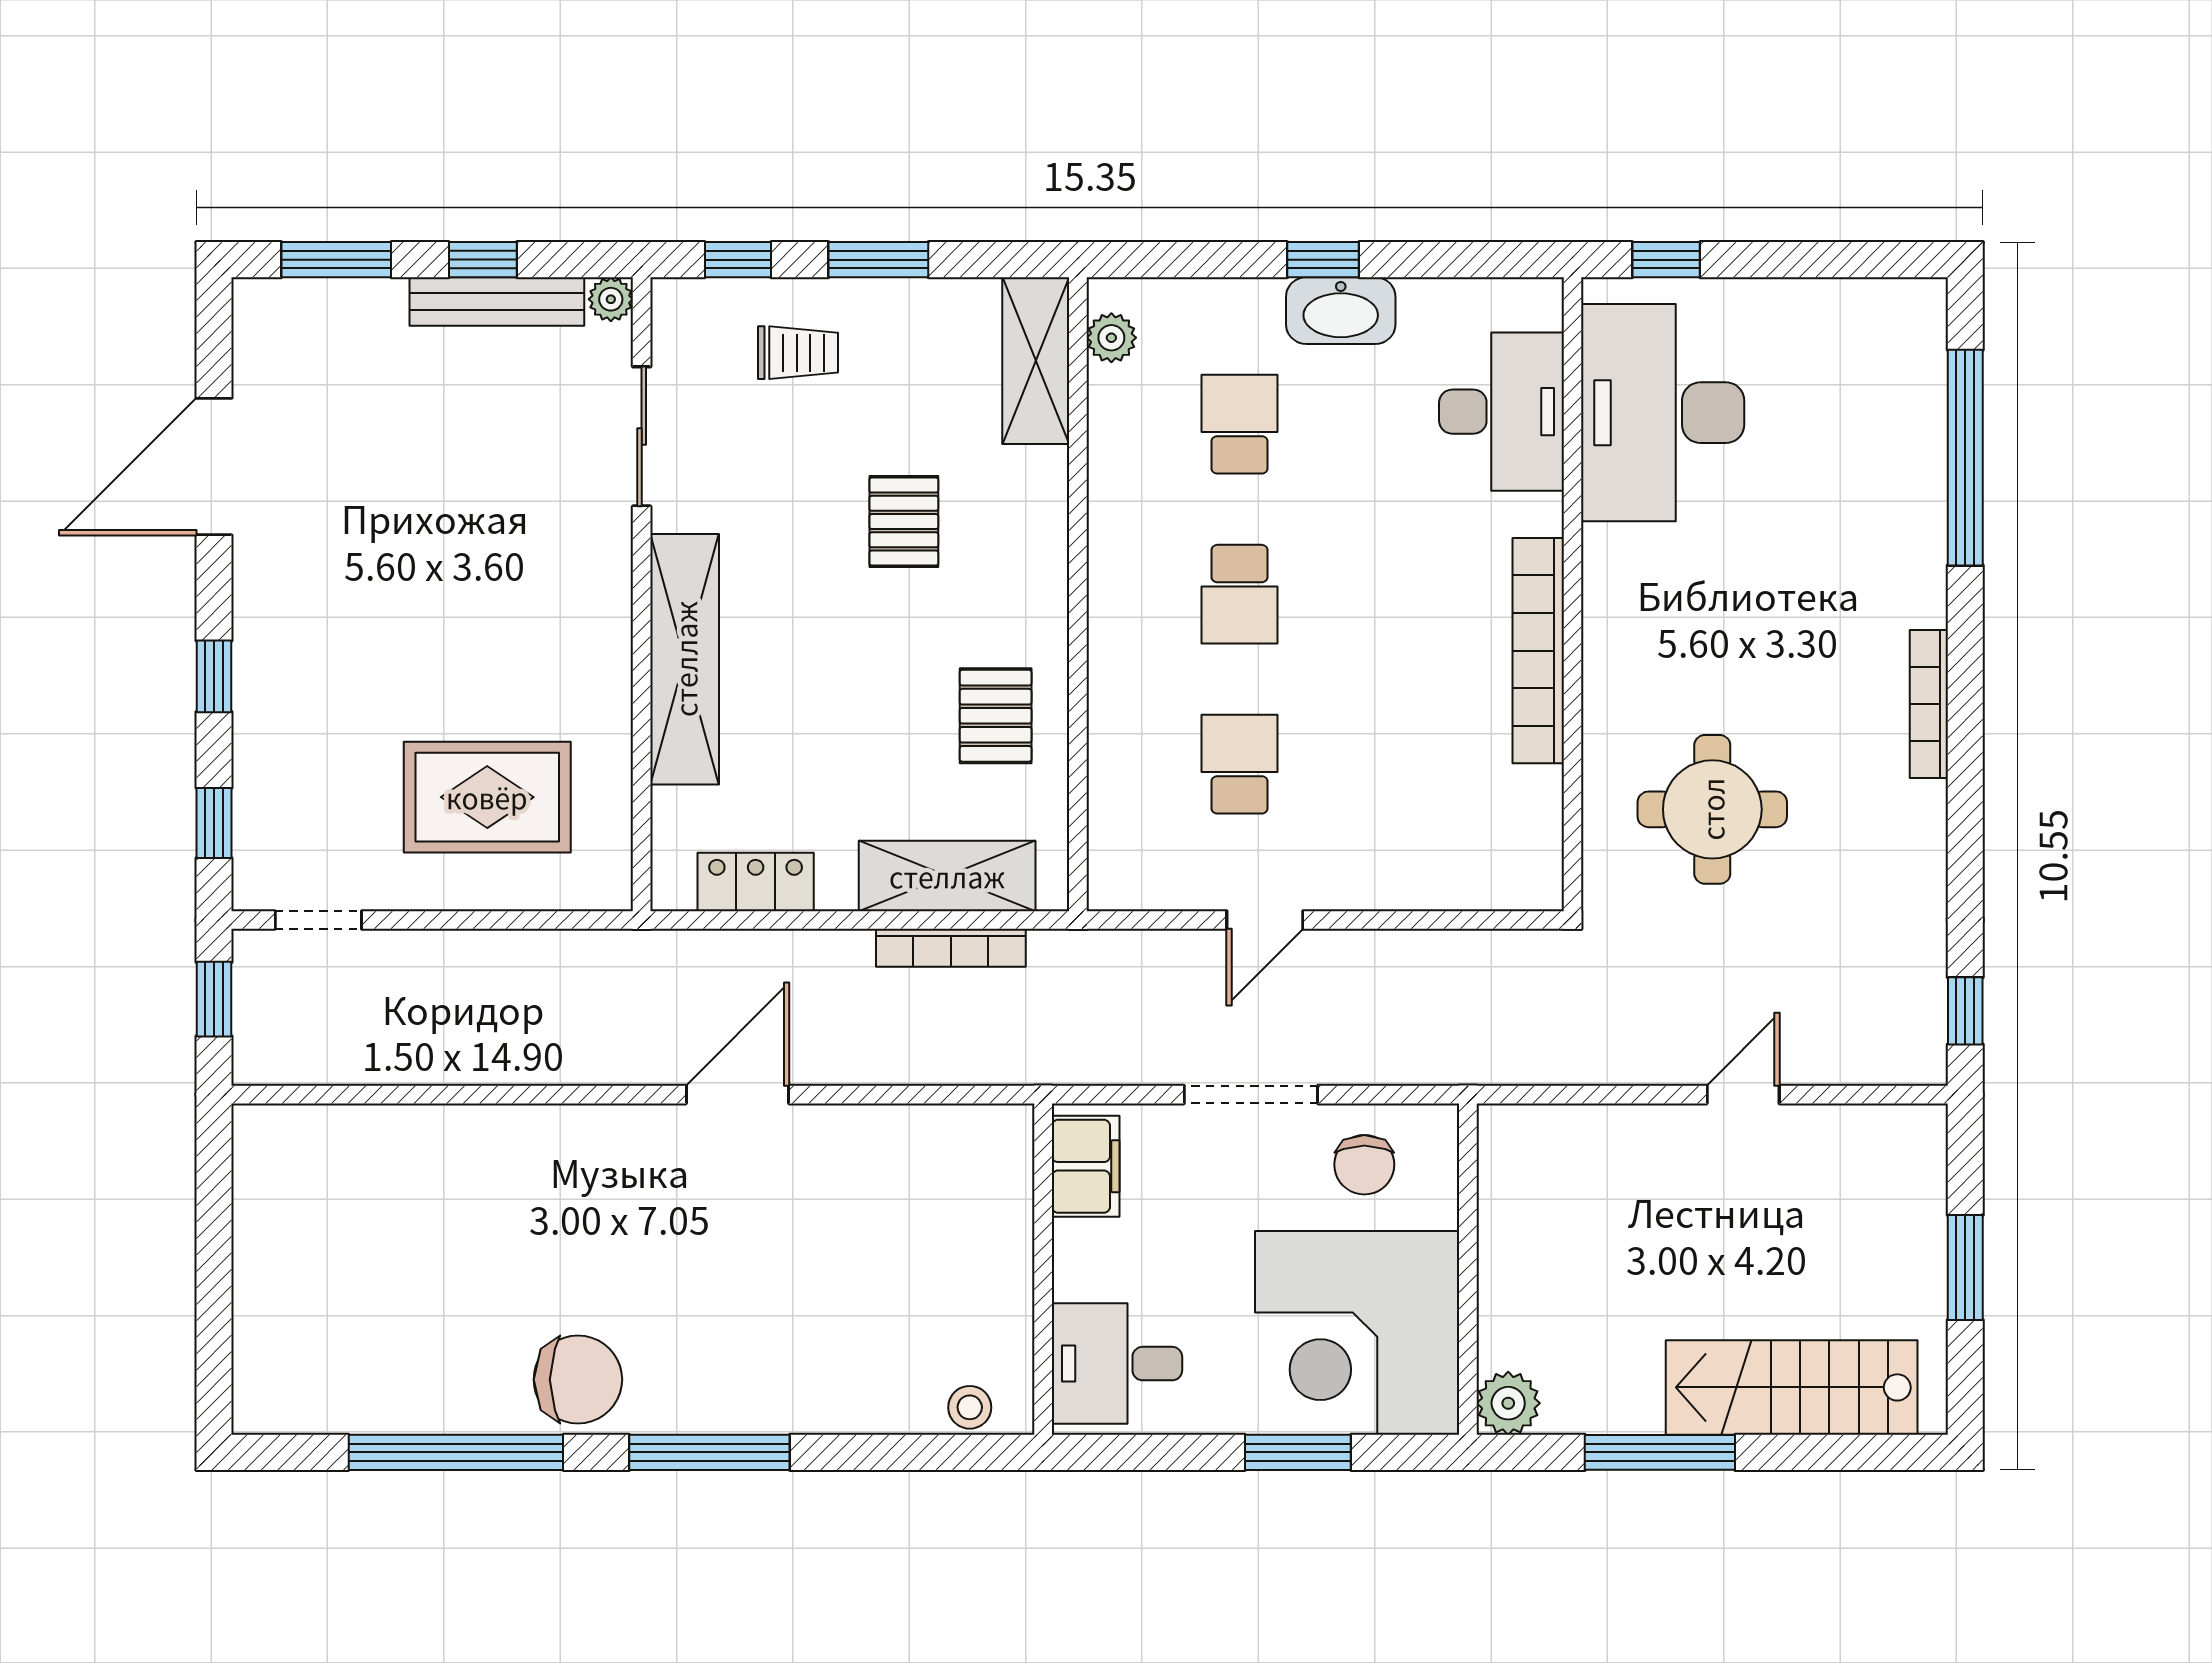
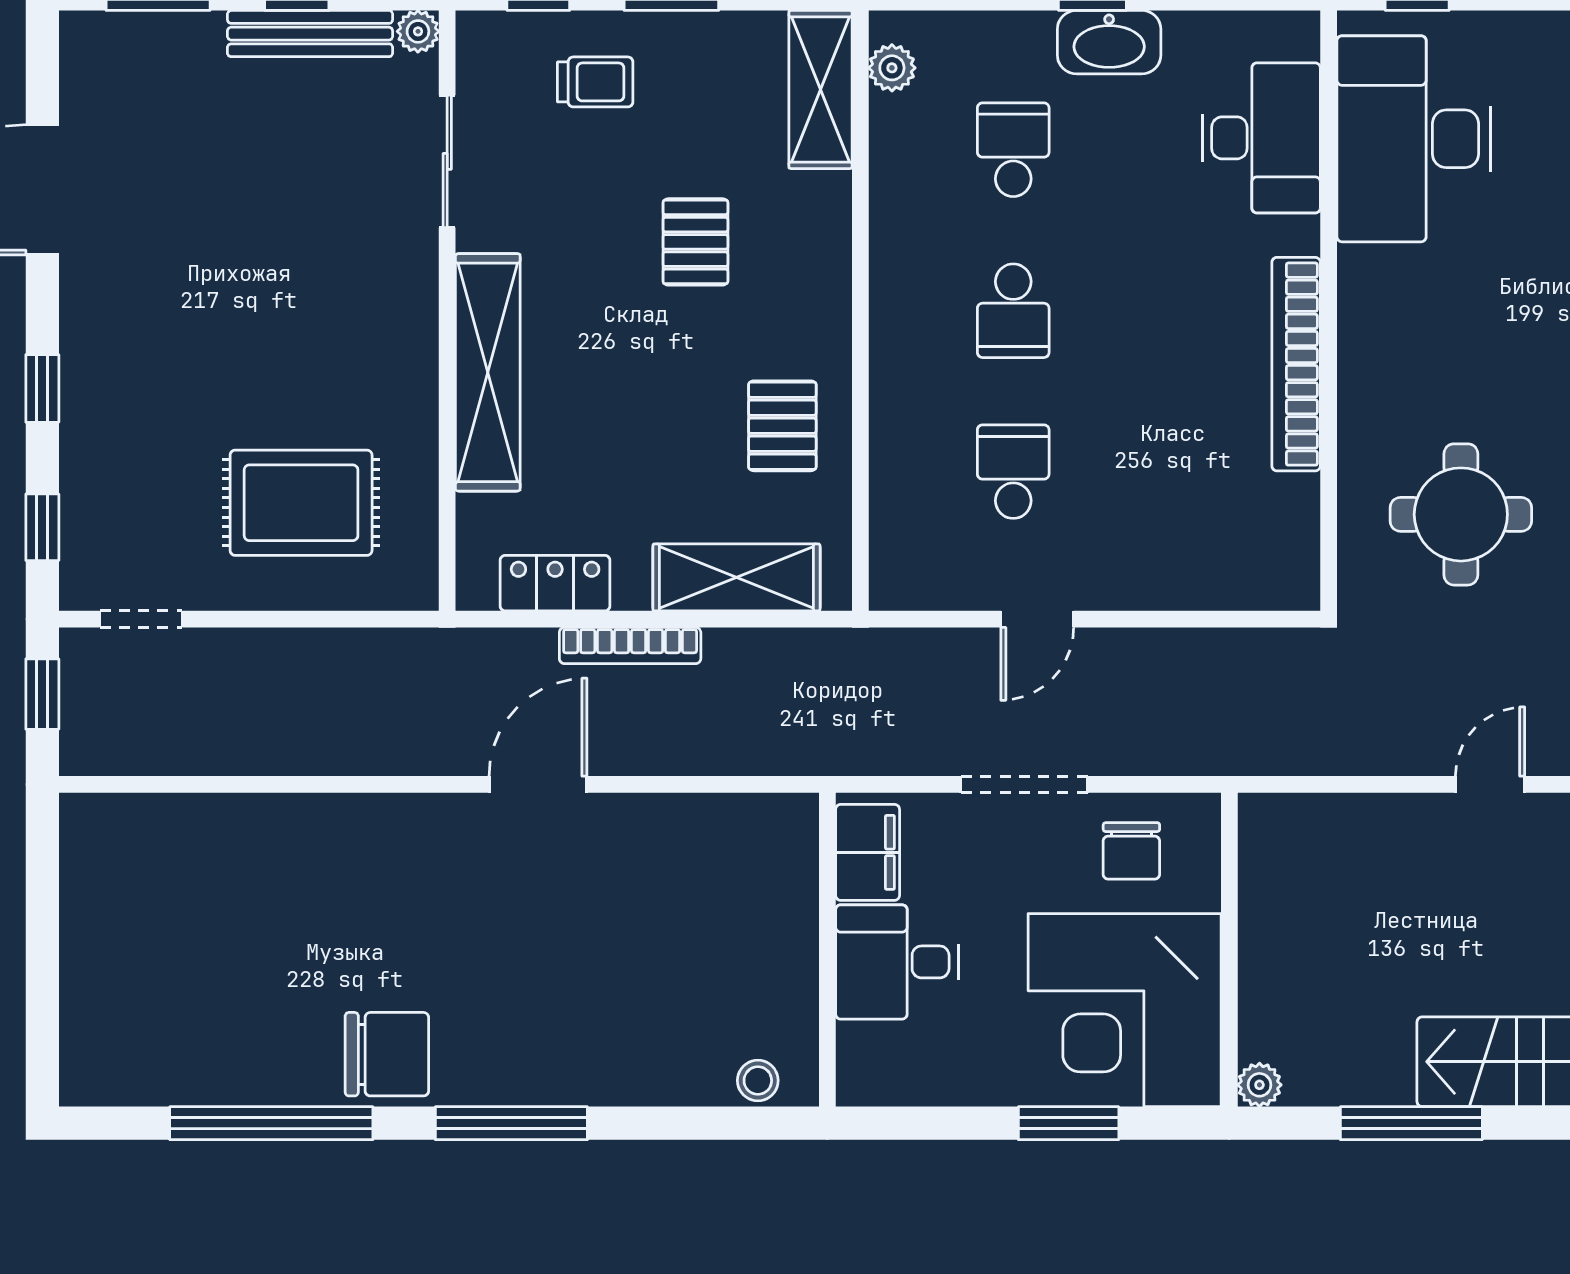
bookcase: (951, 948) -> (630, 646), moved
desk: (1117, 1364) -> (897, 962), moved
plant: (1508, 1403) -> (1259, 1085), width x0.73, depth x0.73

